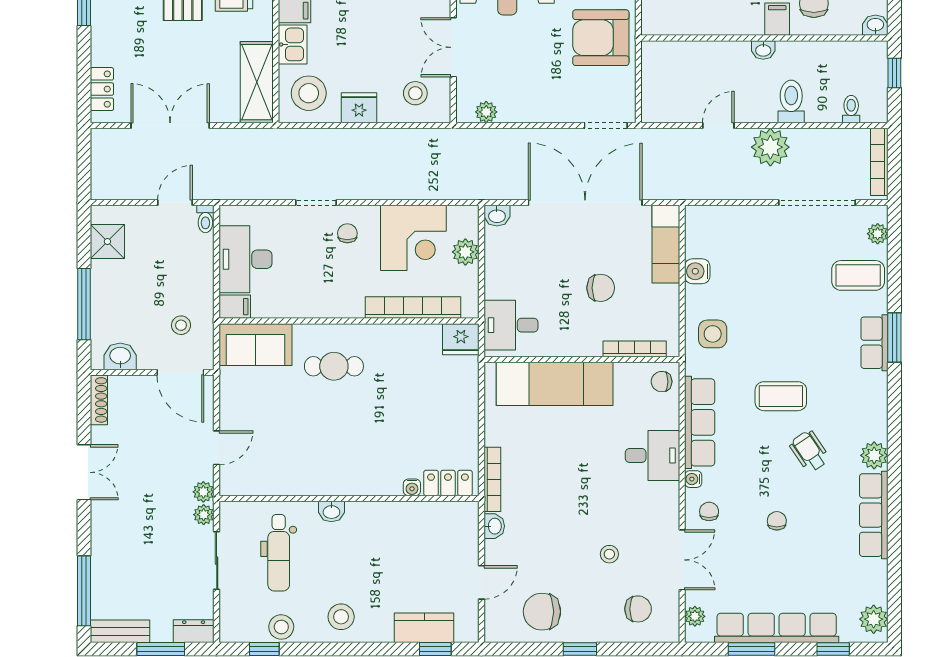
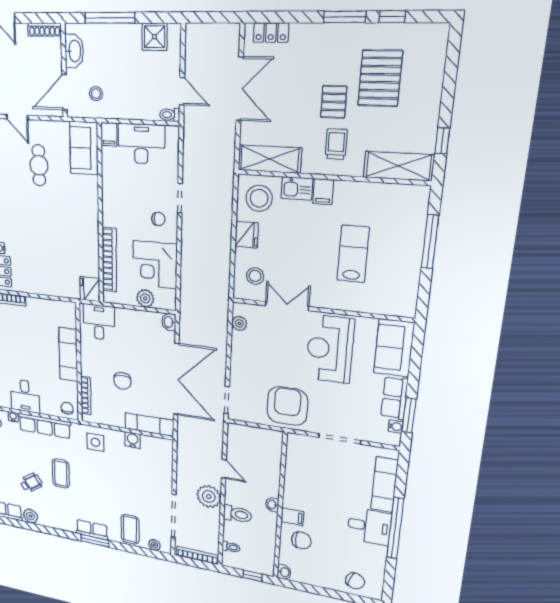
washbasin: (120, 356) -> (74, 51), width x1.38
cafe table: (334, 366) -> (39, 165), moved
exam couch: (555, 384) -> (68, 355), width x0.73, depth x0.69

